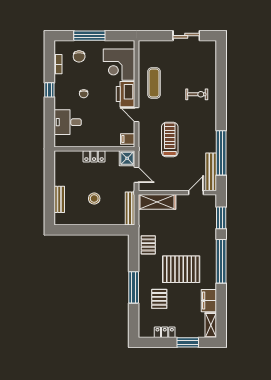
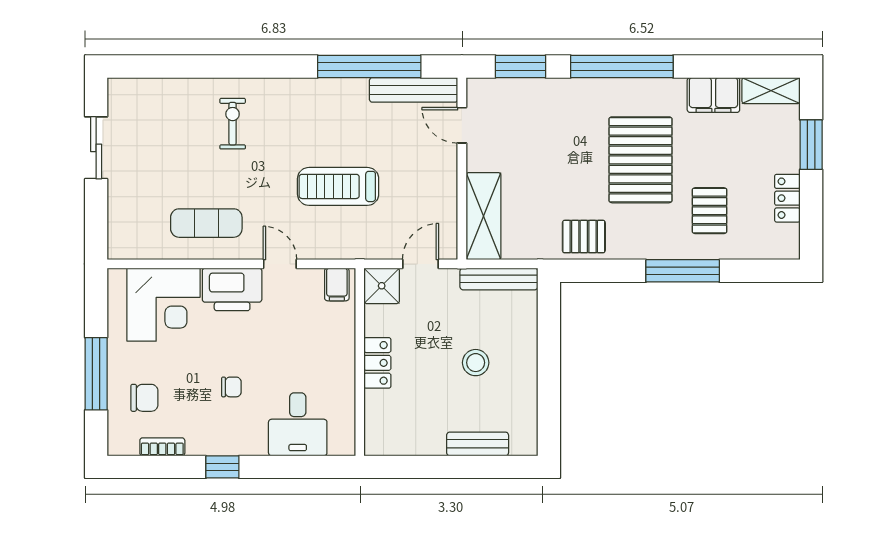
door: (136, 115) -> (280, 264), swing flipped
pallet: (159, 299) -> (710, 211), turned 90

